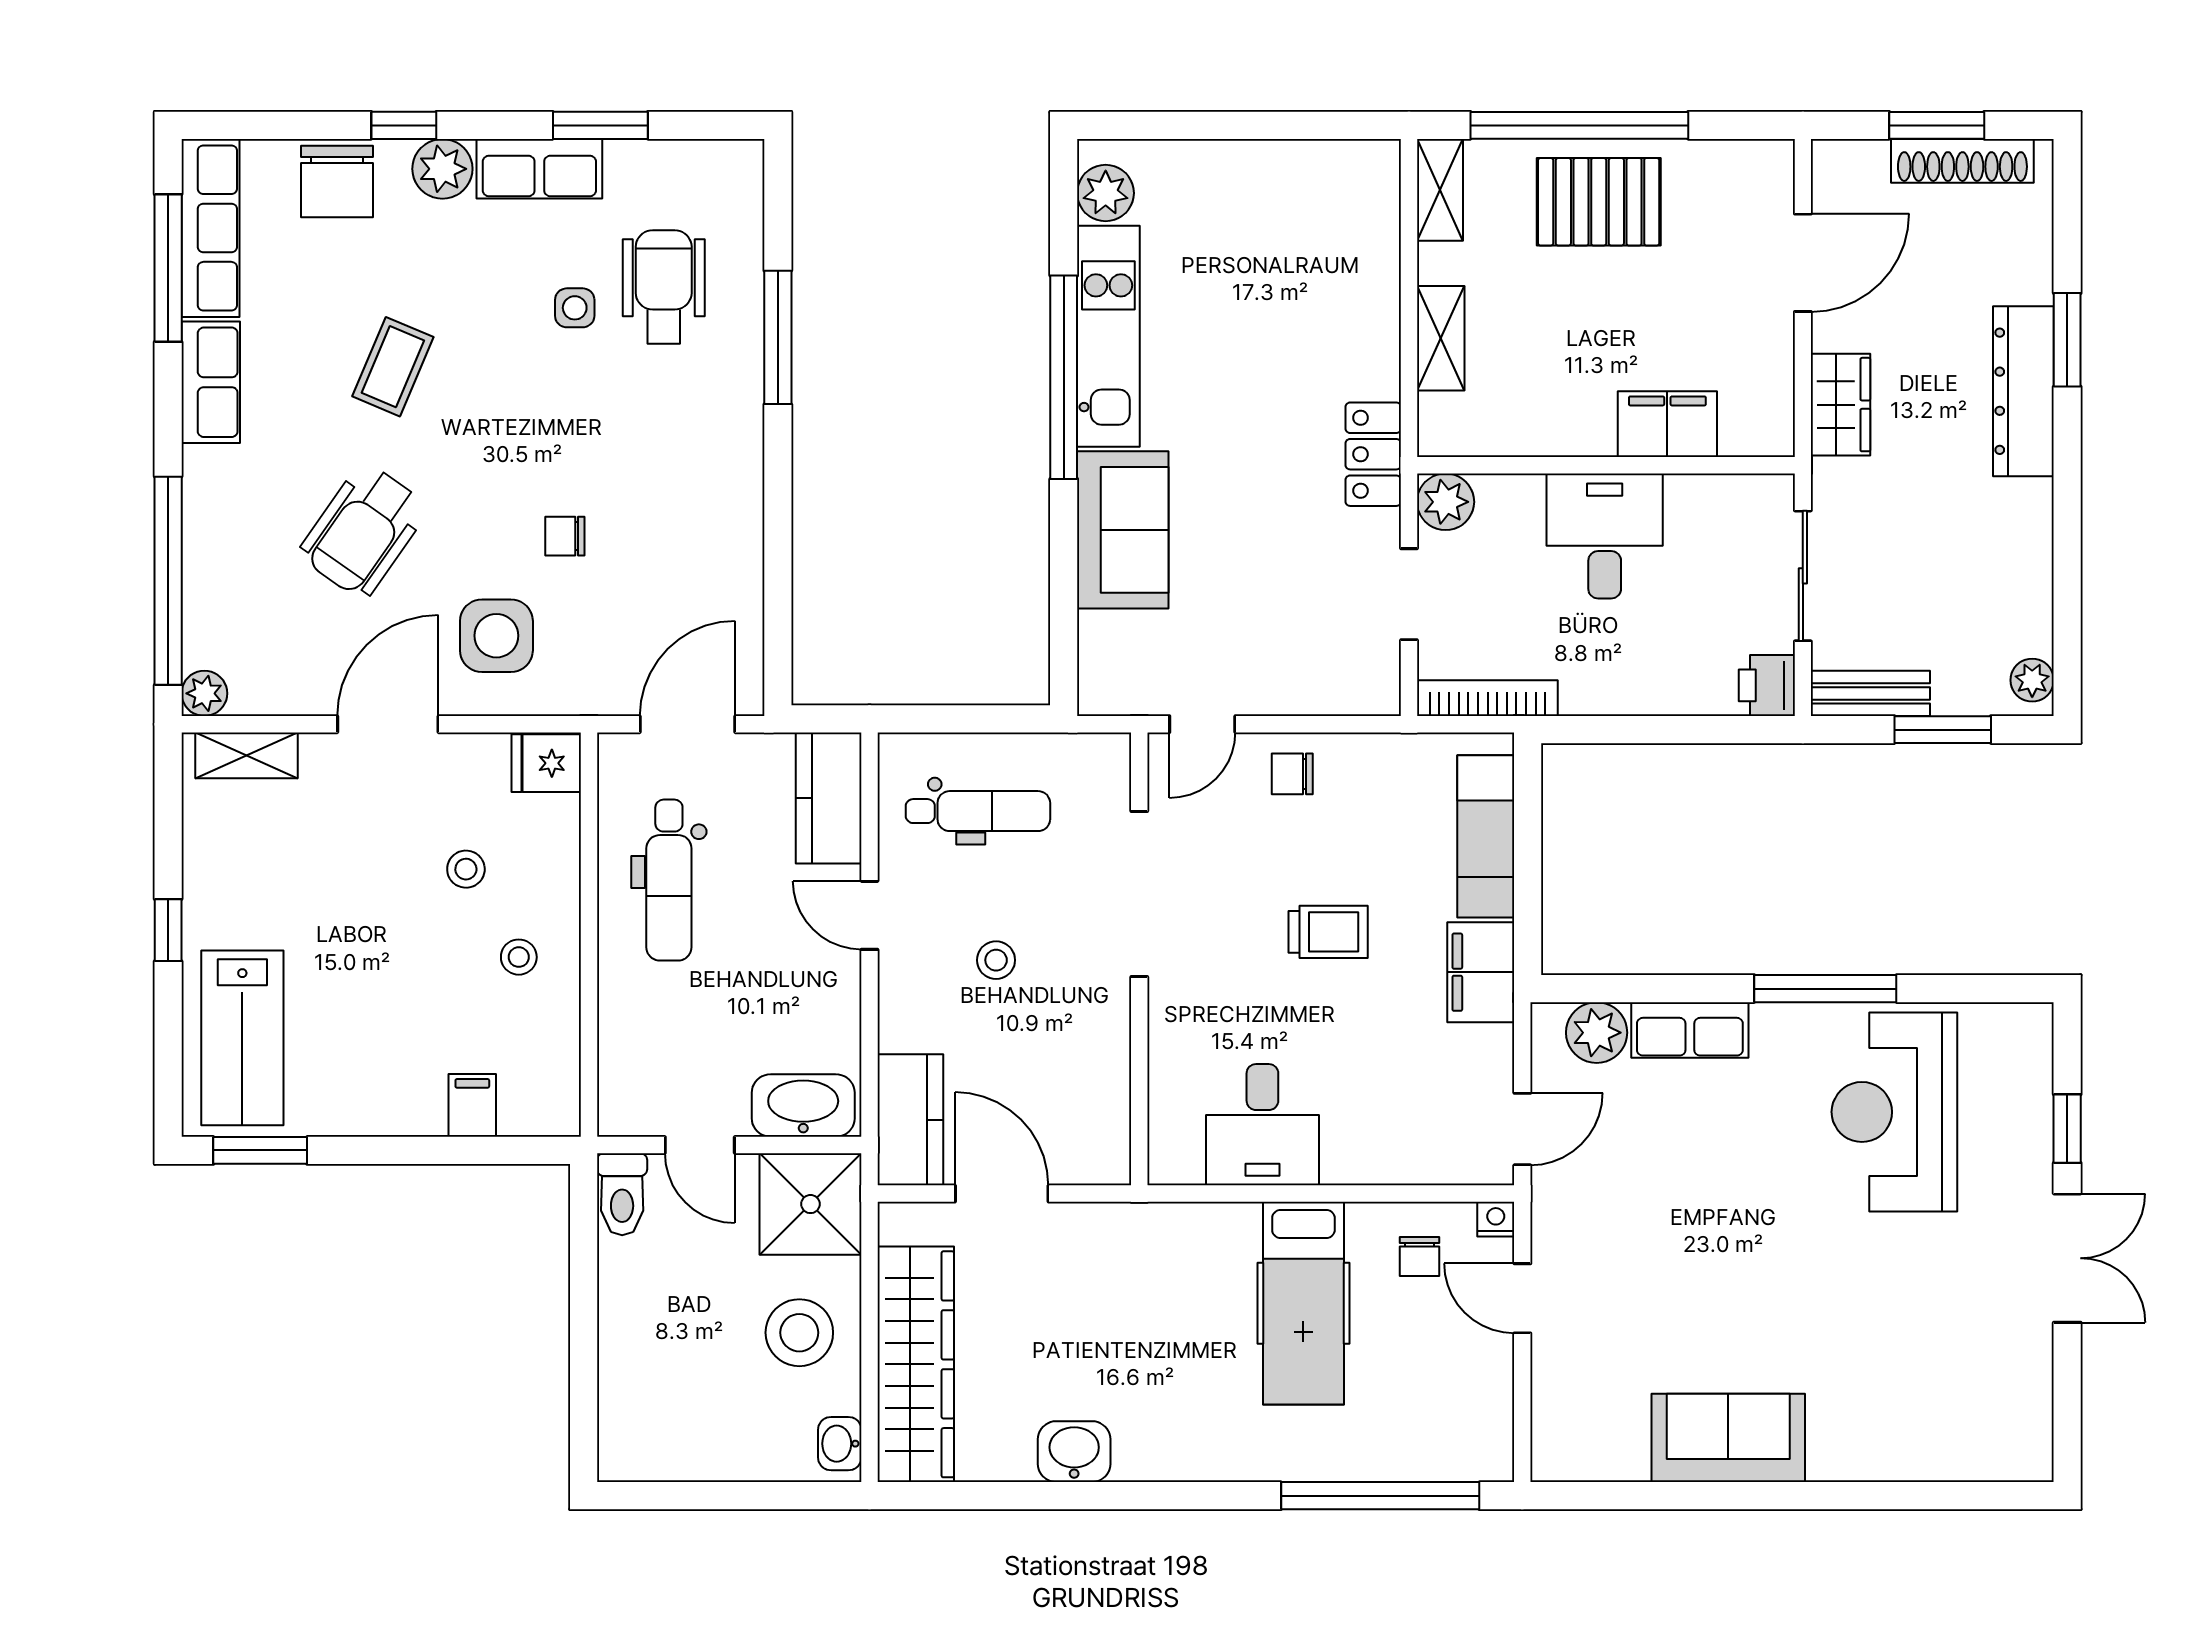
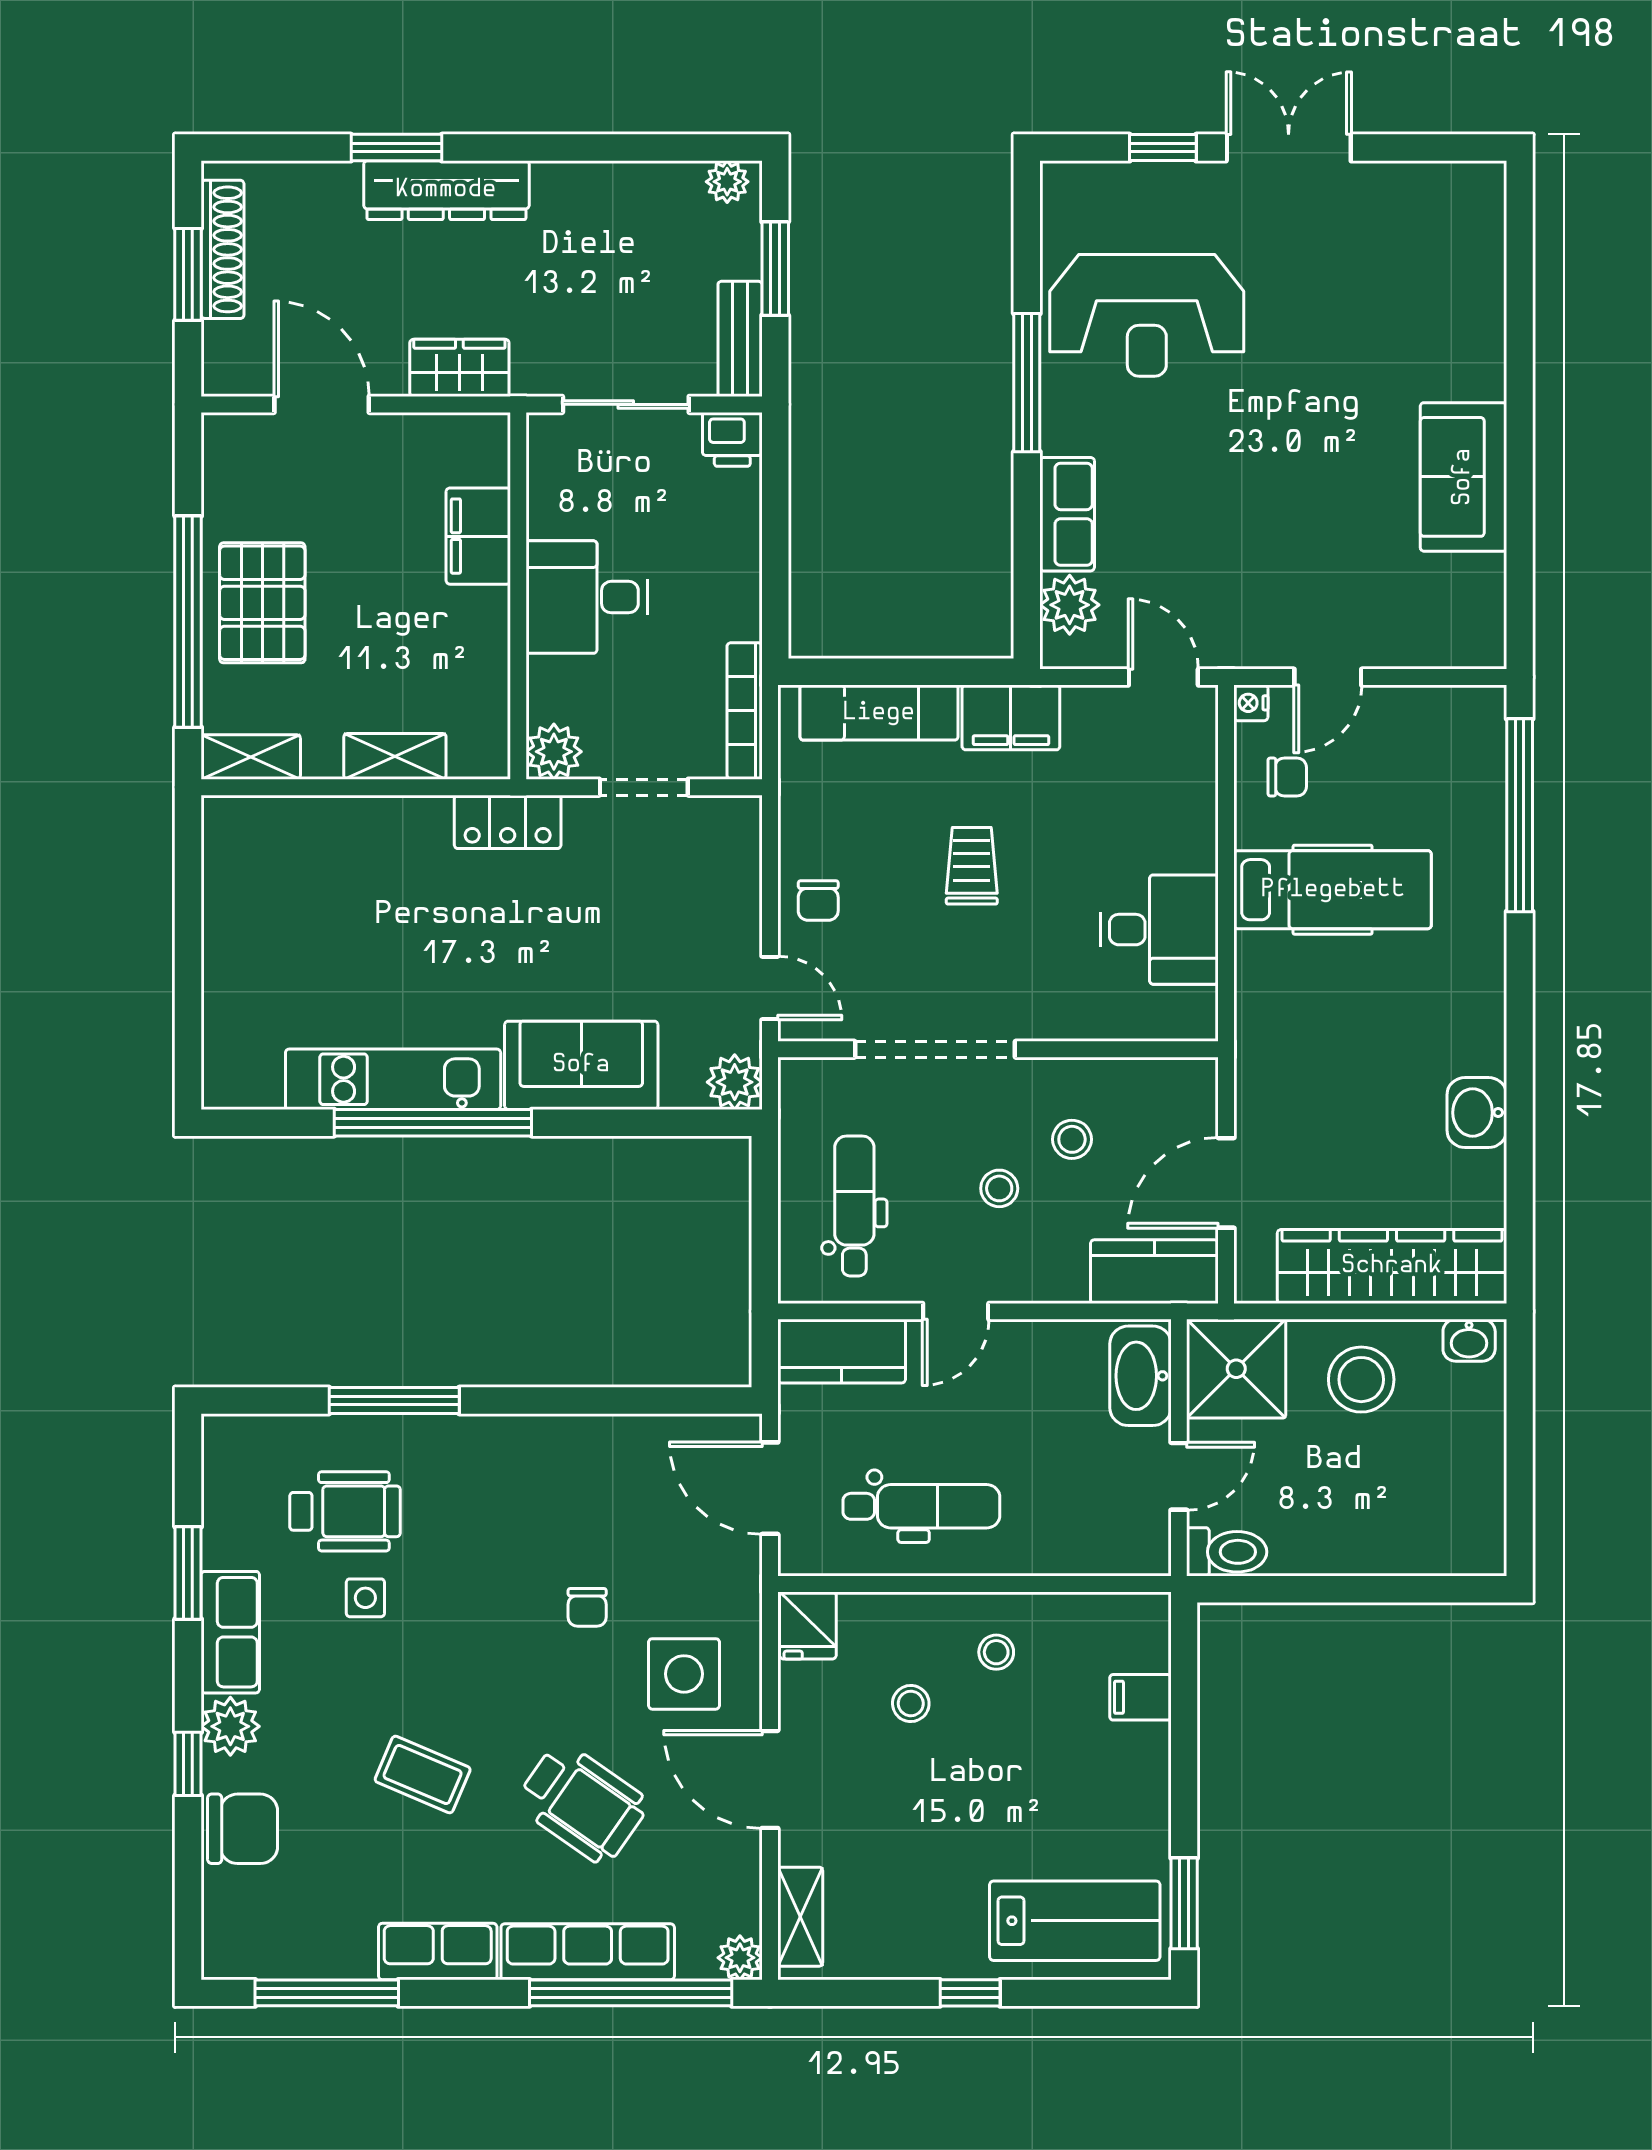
plant: (1106, 193) -> (735, 1082), moved
row of seats: (210, 228) -> (588, 1952), moved
wheelchair: (664, 287) -> (345, 1511), turned 180
stool: (1047, 1035) -> (1072, 1139), added

